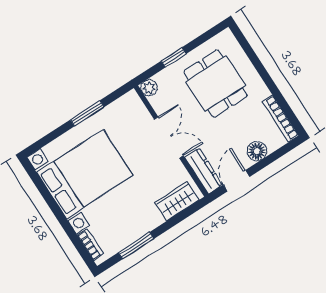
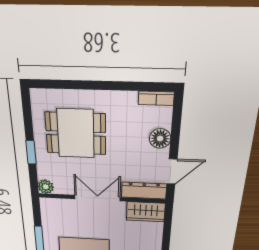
bookcase: (281, 119) -> (156, 98), width x0.64
door: (236, 181) -> (172, 172), swing flipped
wardrobe: (177, 201) -> (146, 212), moved, turned -90

